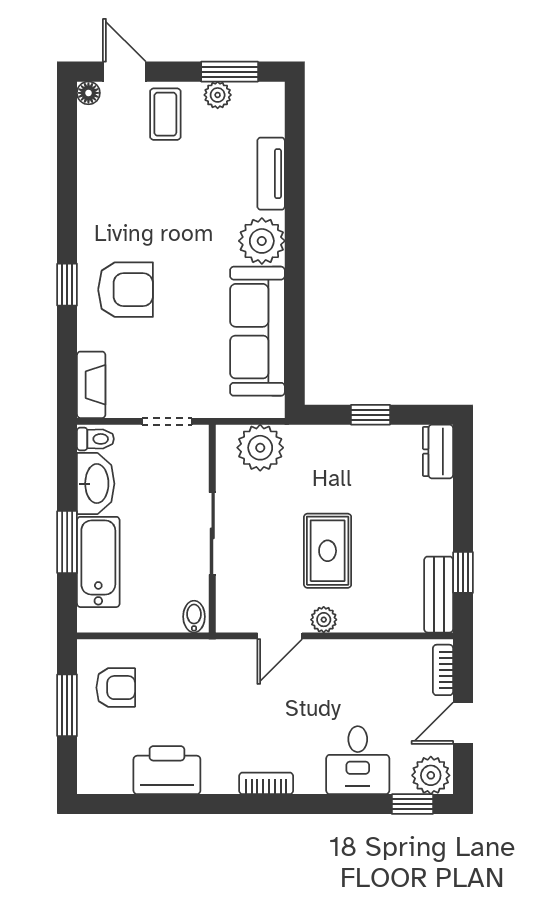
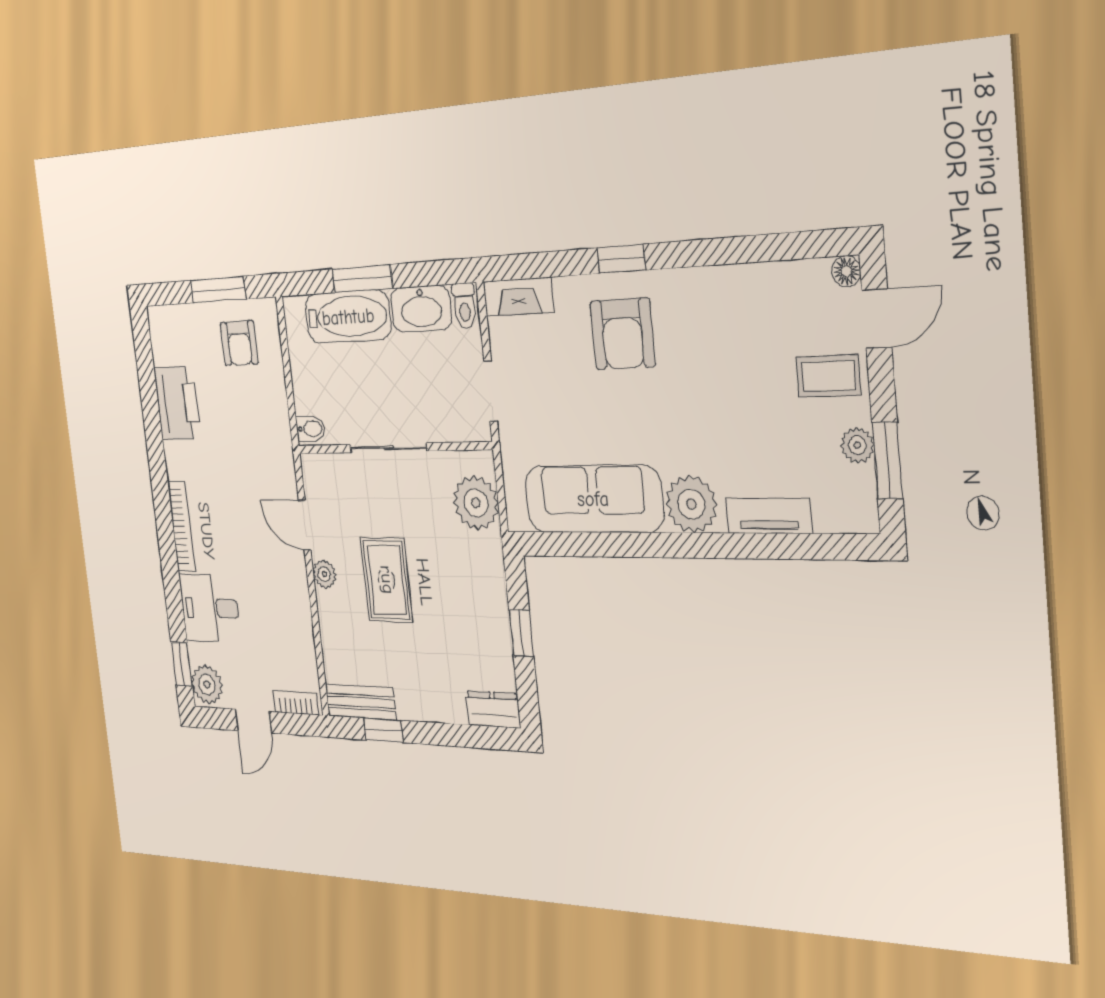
rug: (328, 551) -> (387, 580), turned 90
door: (463, 723) -> (253, 721), swing flipped
bookcase: (266, 783) -> (181, 526), width x1.56

